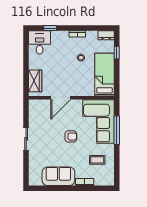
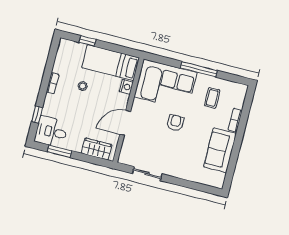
dresser: (106, 35) -> (63, 48), removed
window: (26, 53) -> (59, 151), added
nightstand: (89, 91) -> (126, 87), added
door: (61, 98) -> (125, 123), swing flipped
window: (117, 130) -> (199, 69), moved
sliding door: (26, 139) -> (147, 174), moved

